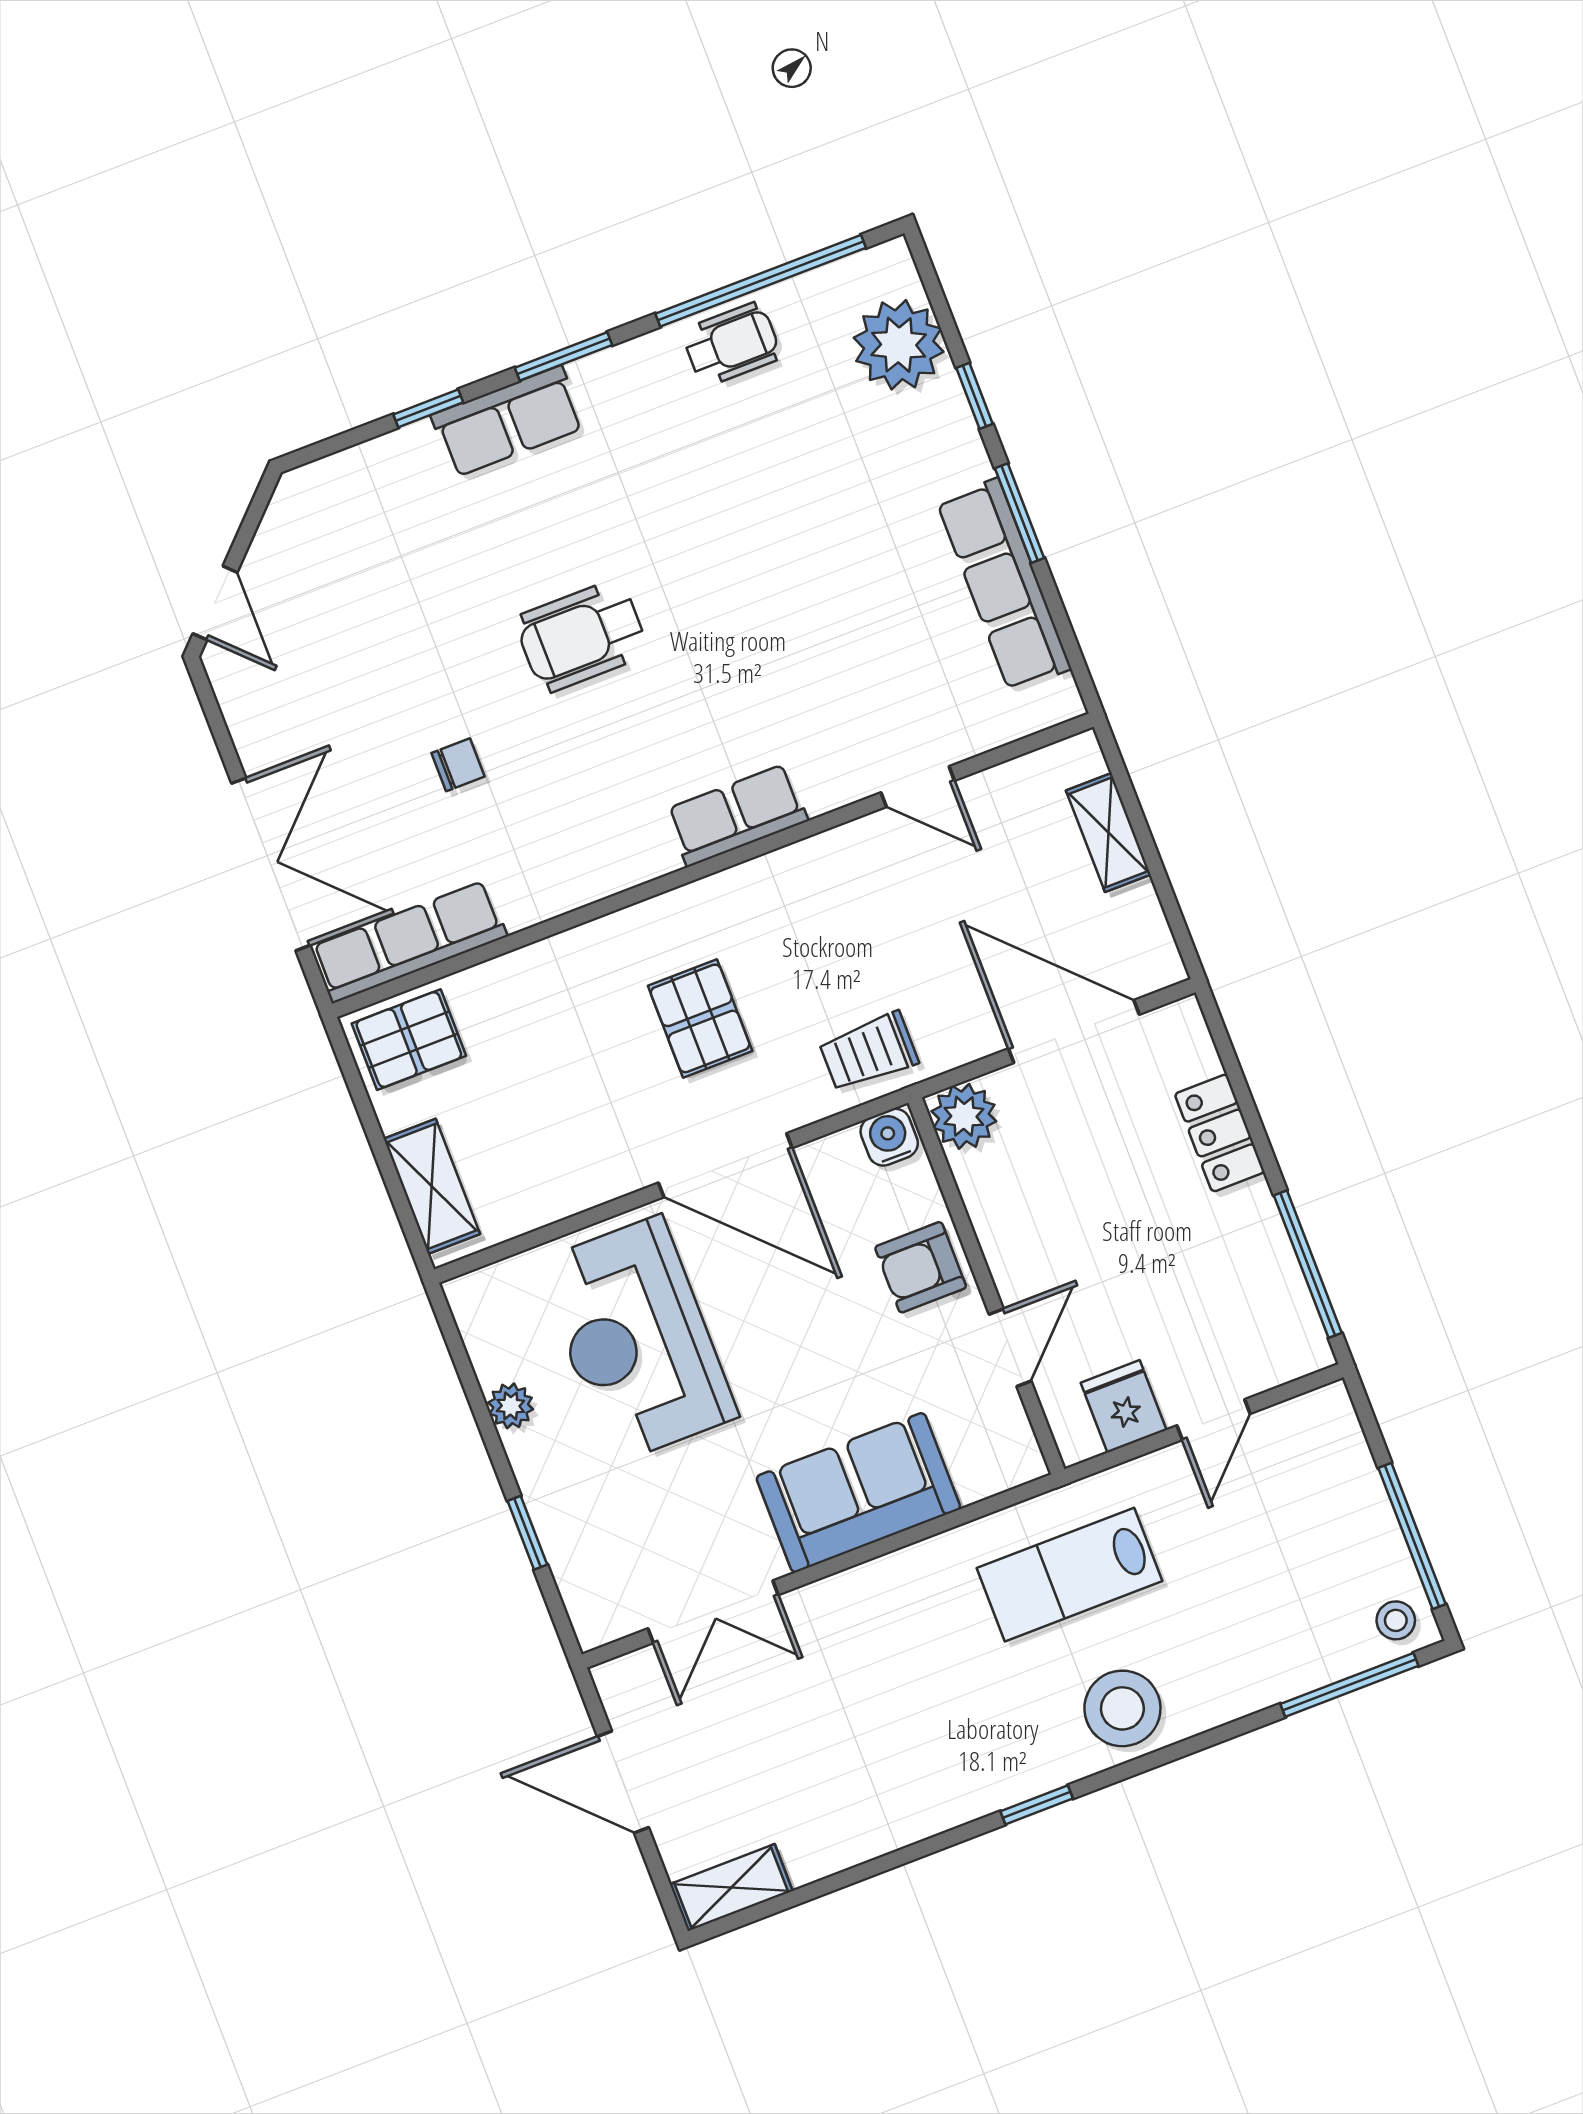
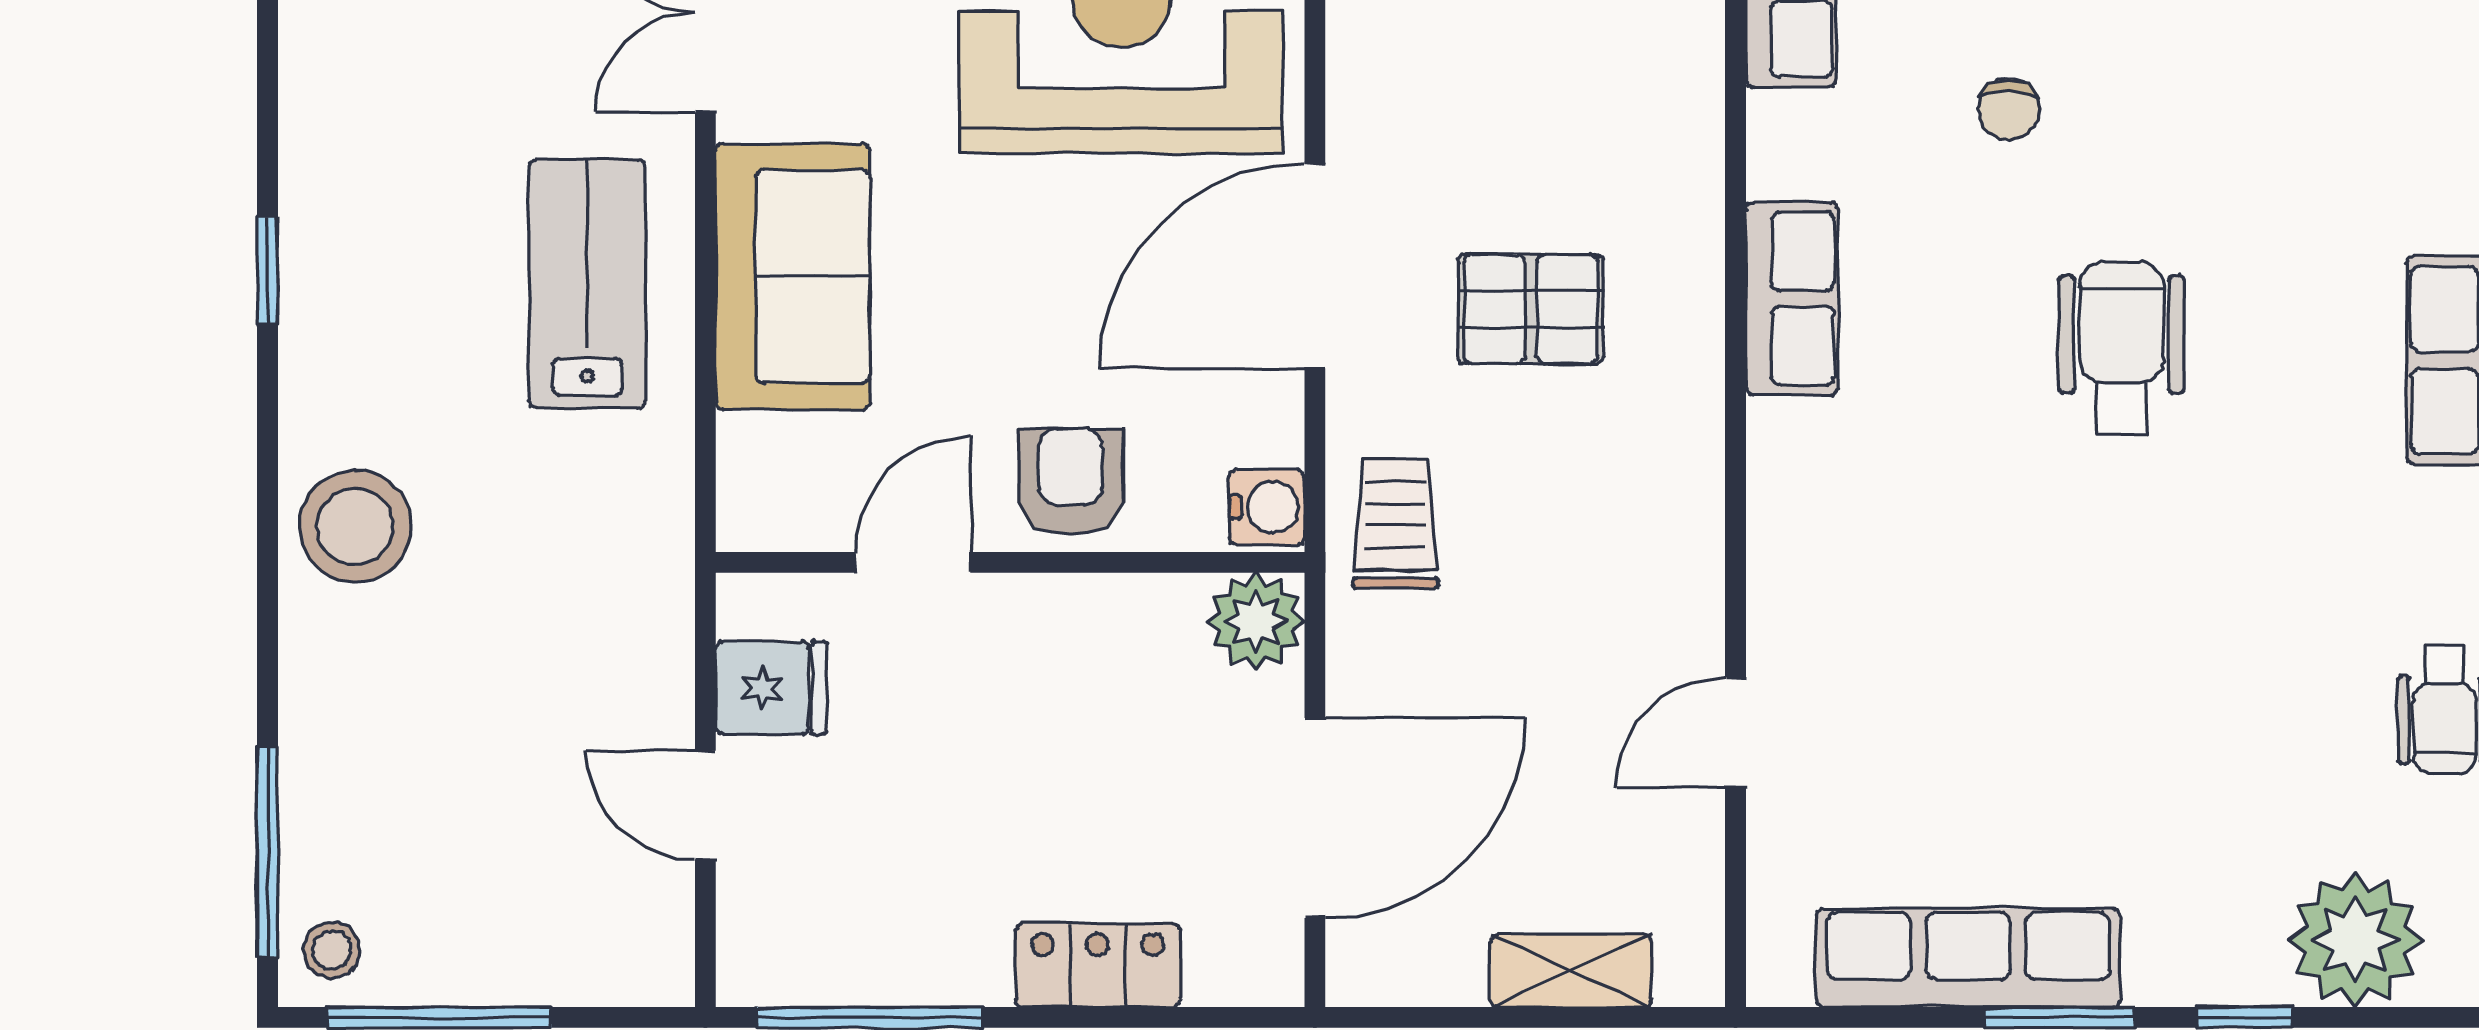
row of seats: (737, 815) -> (1792, 298), moved
door: (1010, 1348) -> (913, 562), swing flipped
lab bench: (1069, 1575) -> (587, 284), moved
window: (1037, 1805) -> (268, 271), moved

